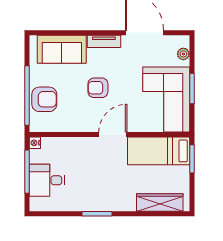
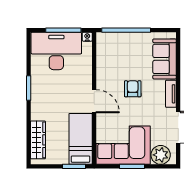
plant: (183, 54) -> (161, 155), width x1.88, depth x1.88
armchair: (44, 99) -> (123, 44), removed
desk: (47, 180) -> (56, 51), width x1.87, depth x1.30

